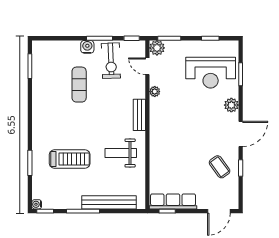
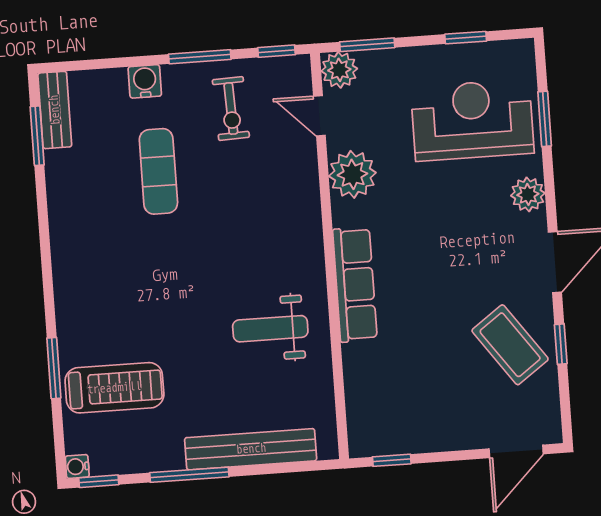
water cooler: (87, 47) -> (145, 81), moved
exercise bike: (111, 61) -> (231, 109), width x0.73, depth x0.72
reception desk: (211, 73) -> (472, 120), turned 180
plant: (155, 92) -> (352, 174), width x1.87, depth x1.87
bench: (139, 115) -> (55, 110), moved
treadmill: (70, 159) -> (114, 388), moved
coffee table: (220, 167) -> (510, 345), width x1.36, depth x1.30
row of seats: (173, 201) -> (355, 285), moved, turned 90

